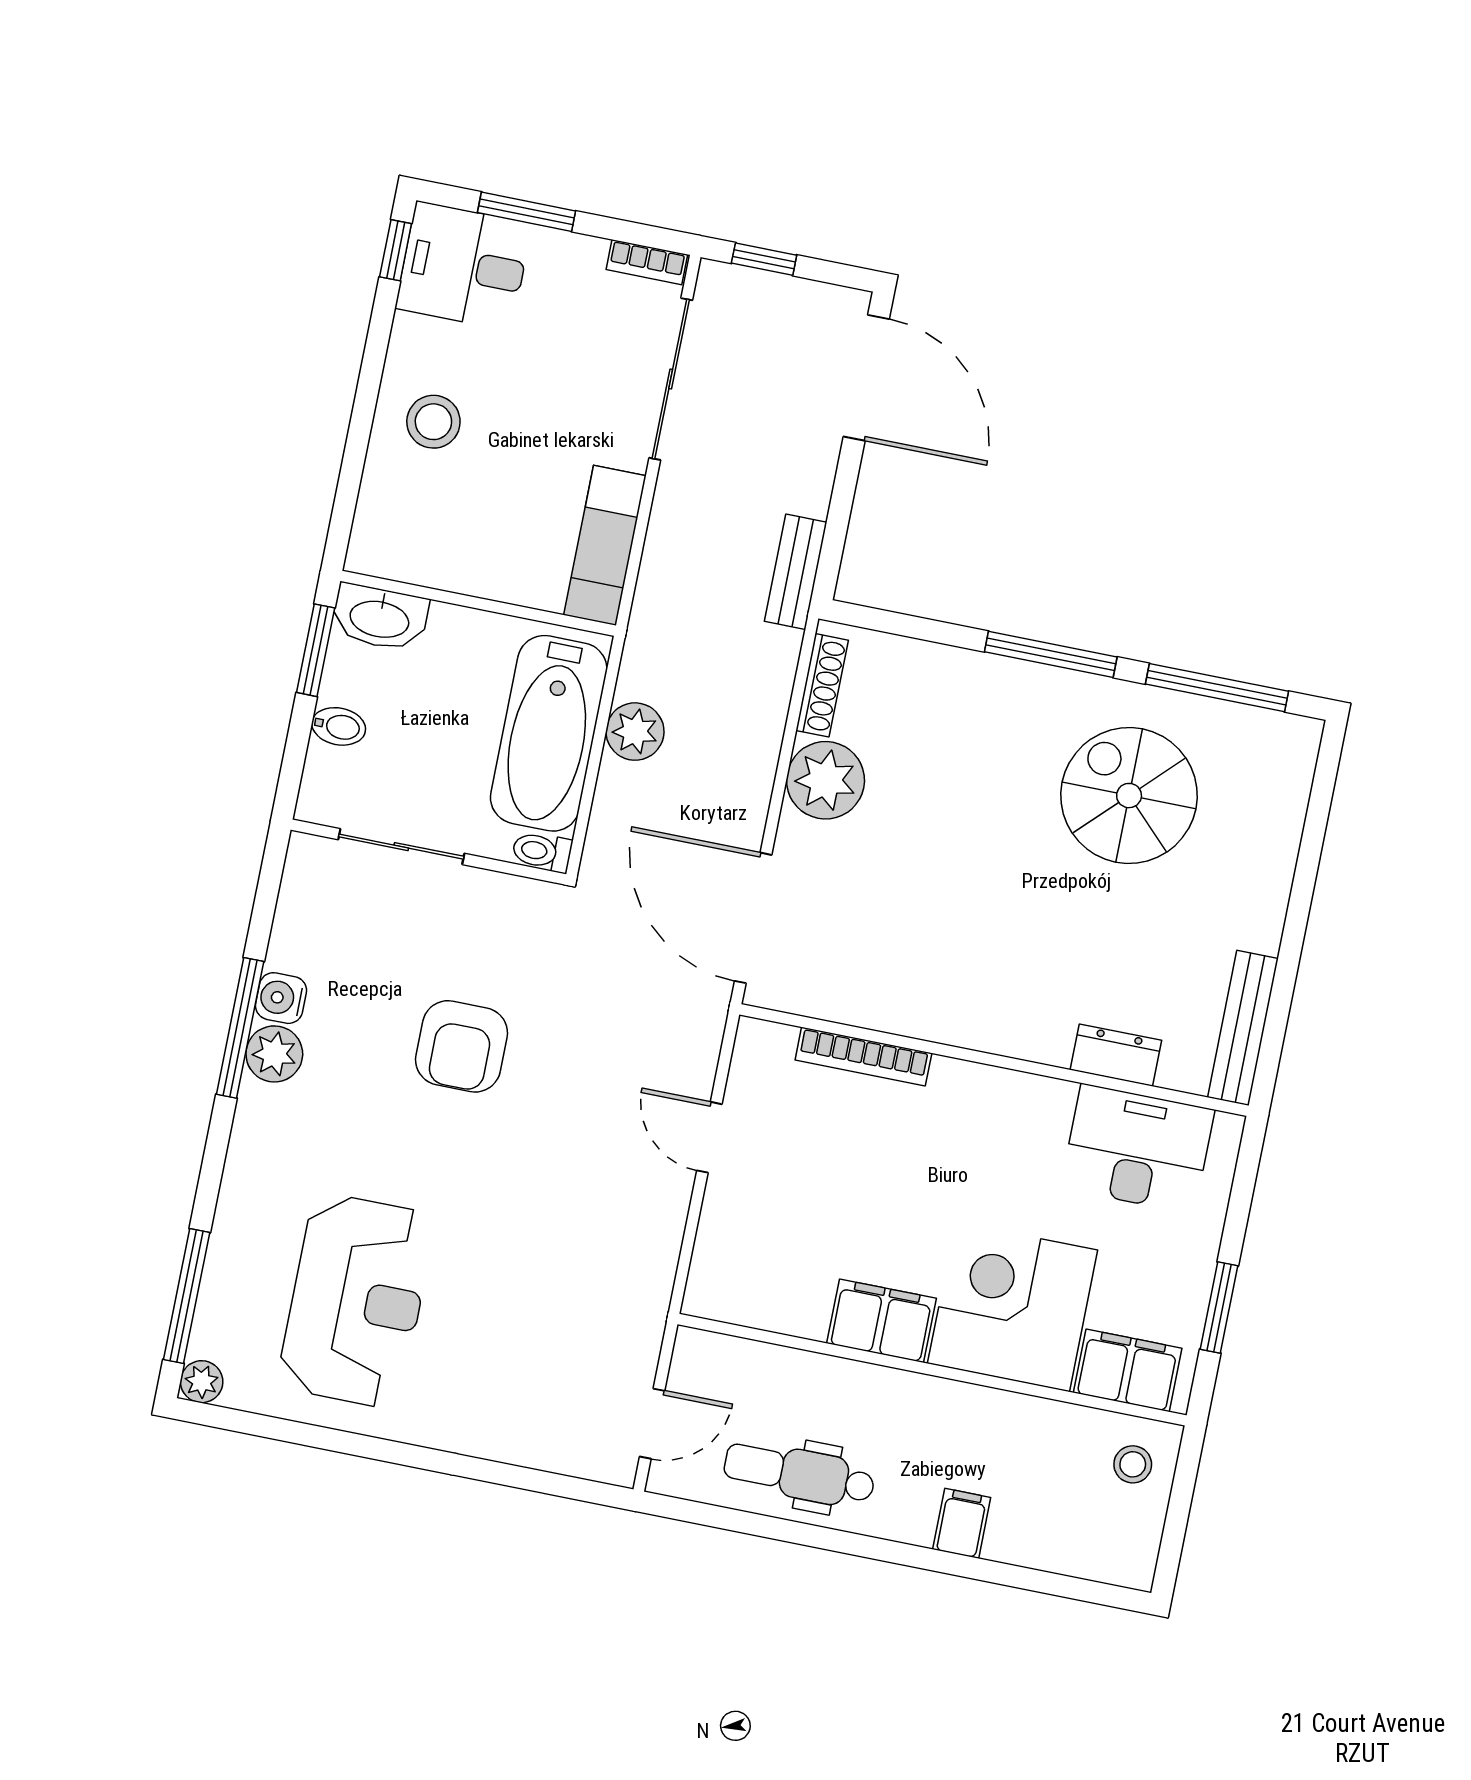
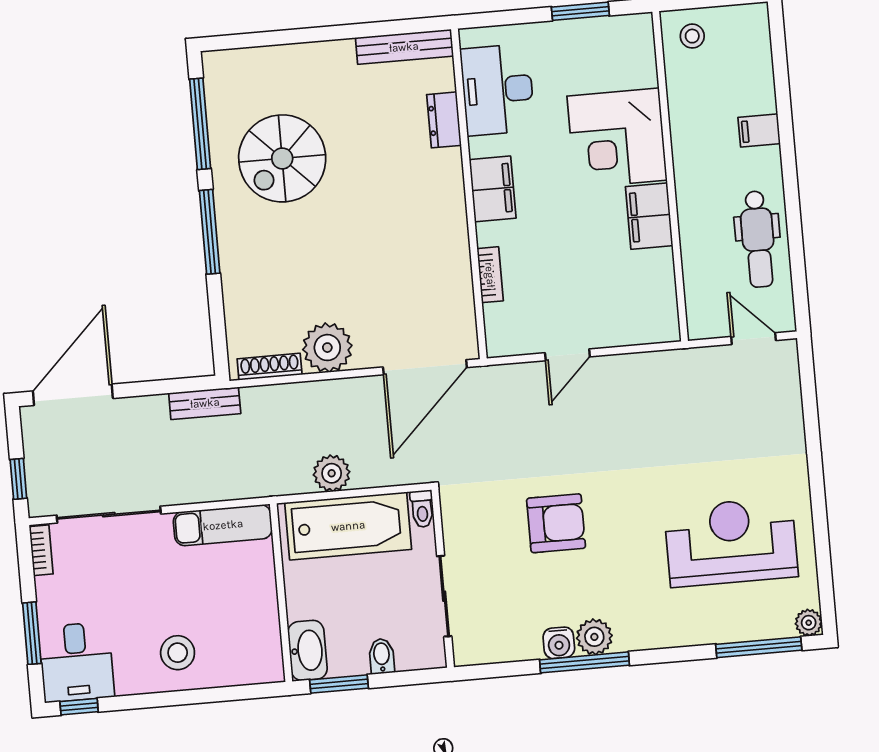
bookcase: (863, 1057) -> (490, 275), width x0.64
filing cabinet: (1128, 1370) -> (493, 189), moved, turned 180

